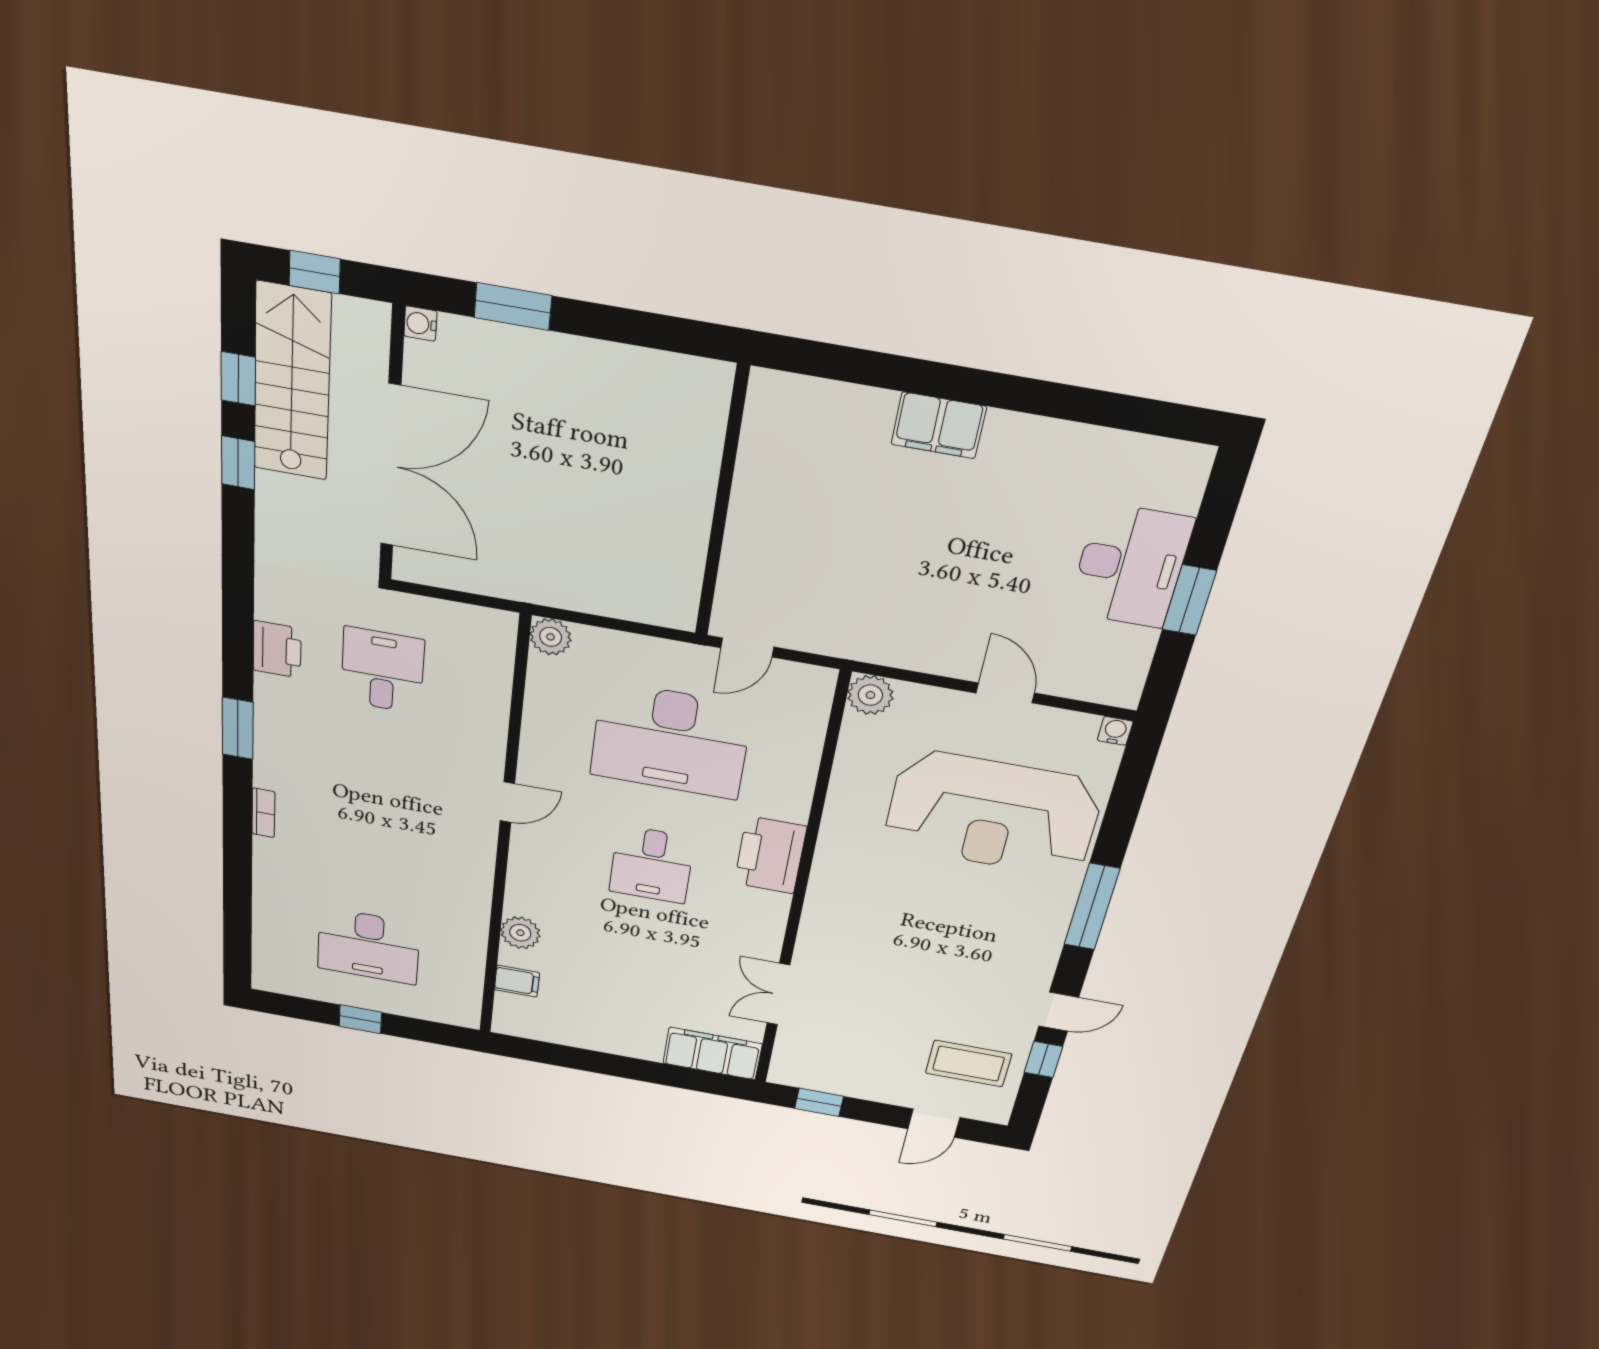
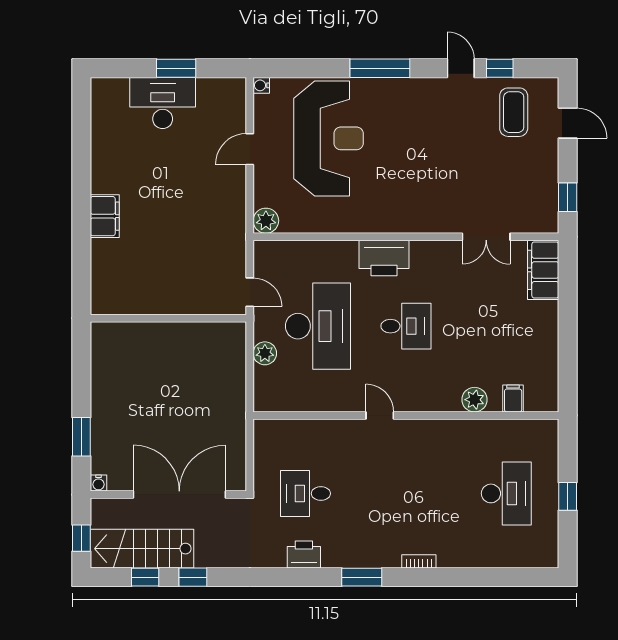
plant: (551, 637) -> (265, 353), moved

